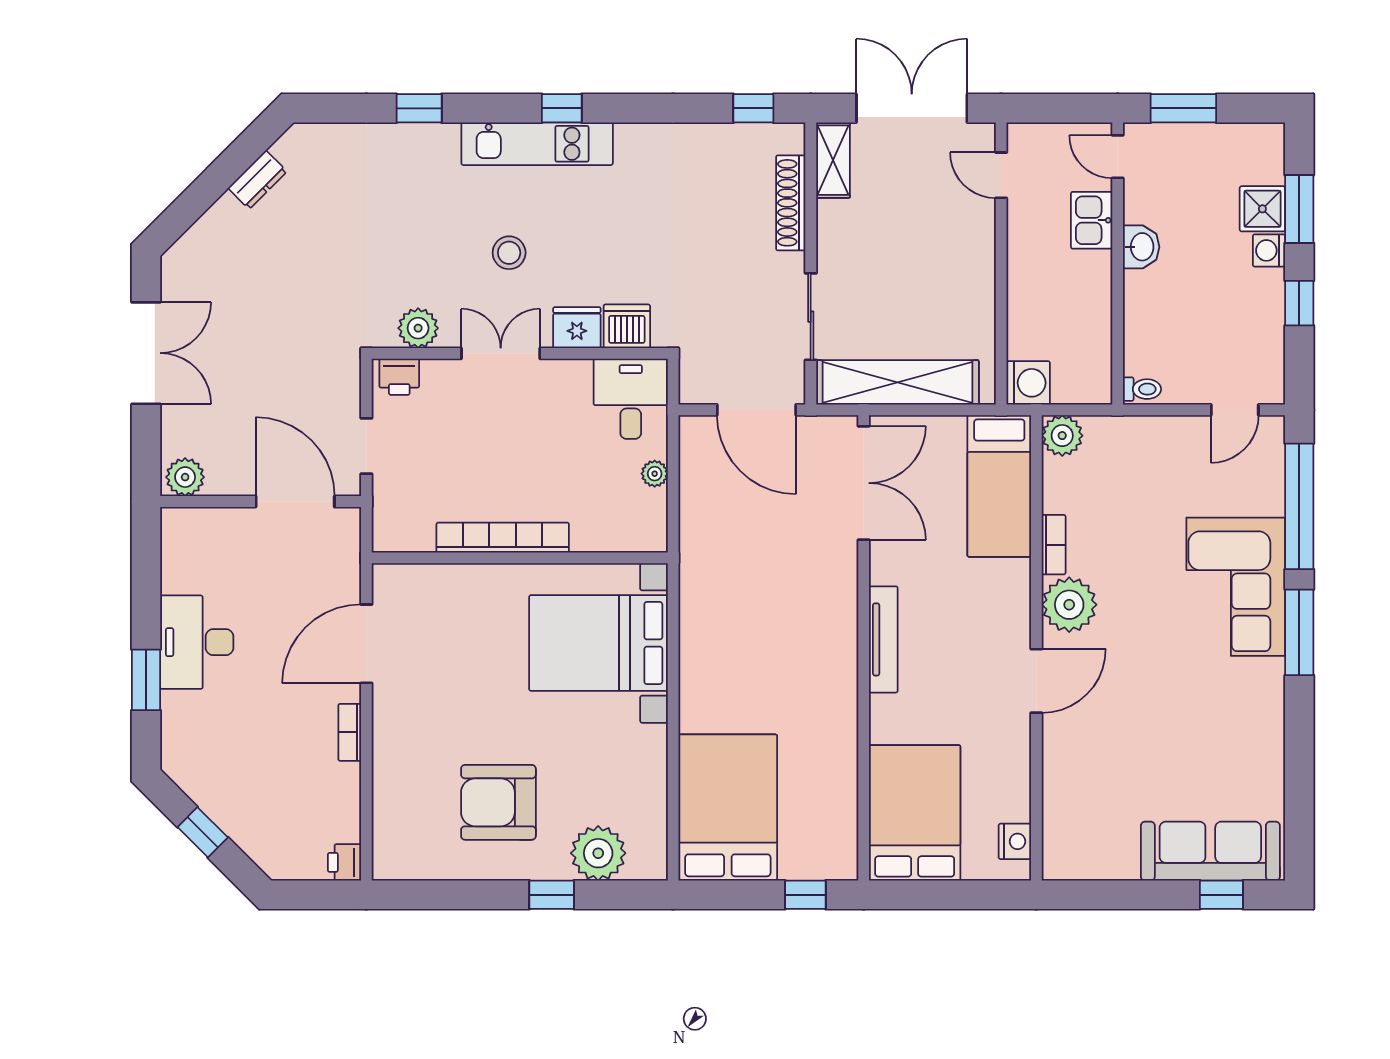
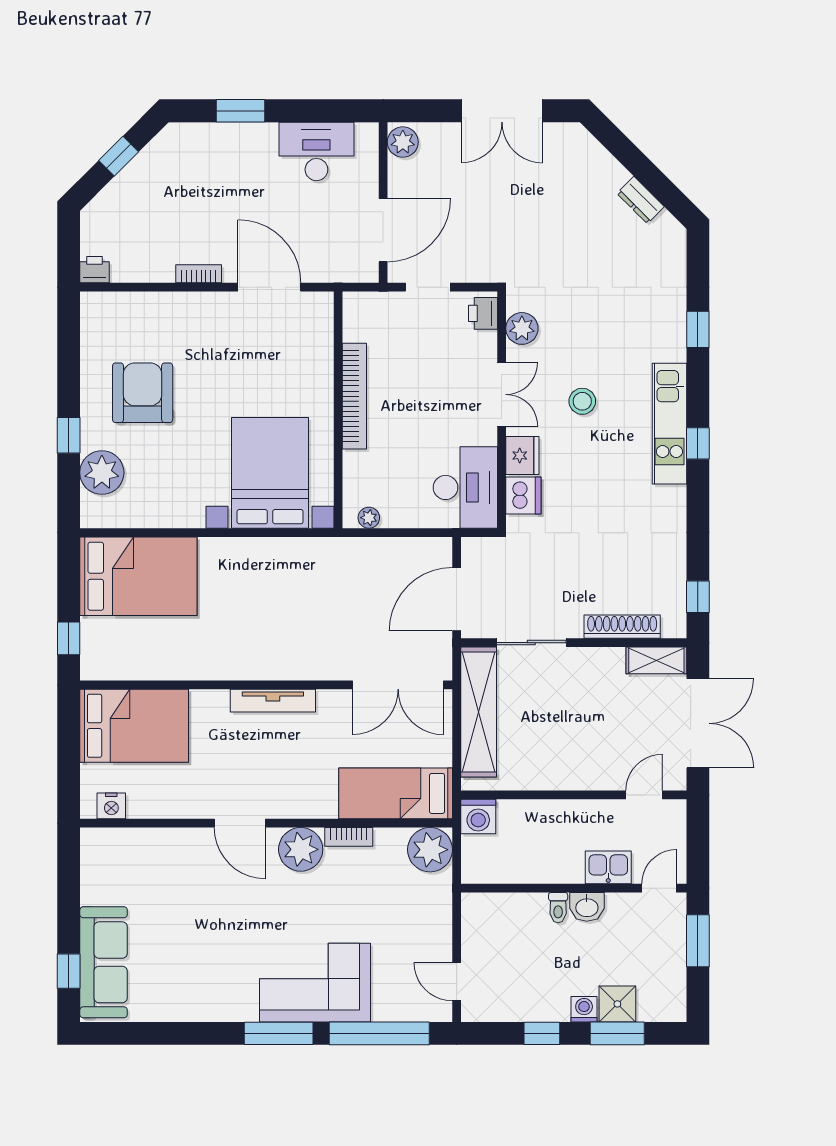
toilet: (1142, 389) -> (558, 908), moved
desk: (631, 399) -> (465, 487), width x1.37
plant: (1062, 436) -> (430, 850), width x1.36, depth x1.36
plant: (655, 474) -> (369, 518), moved
desk: (197, 642) -> (316, 151), moved

